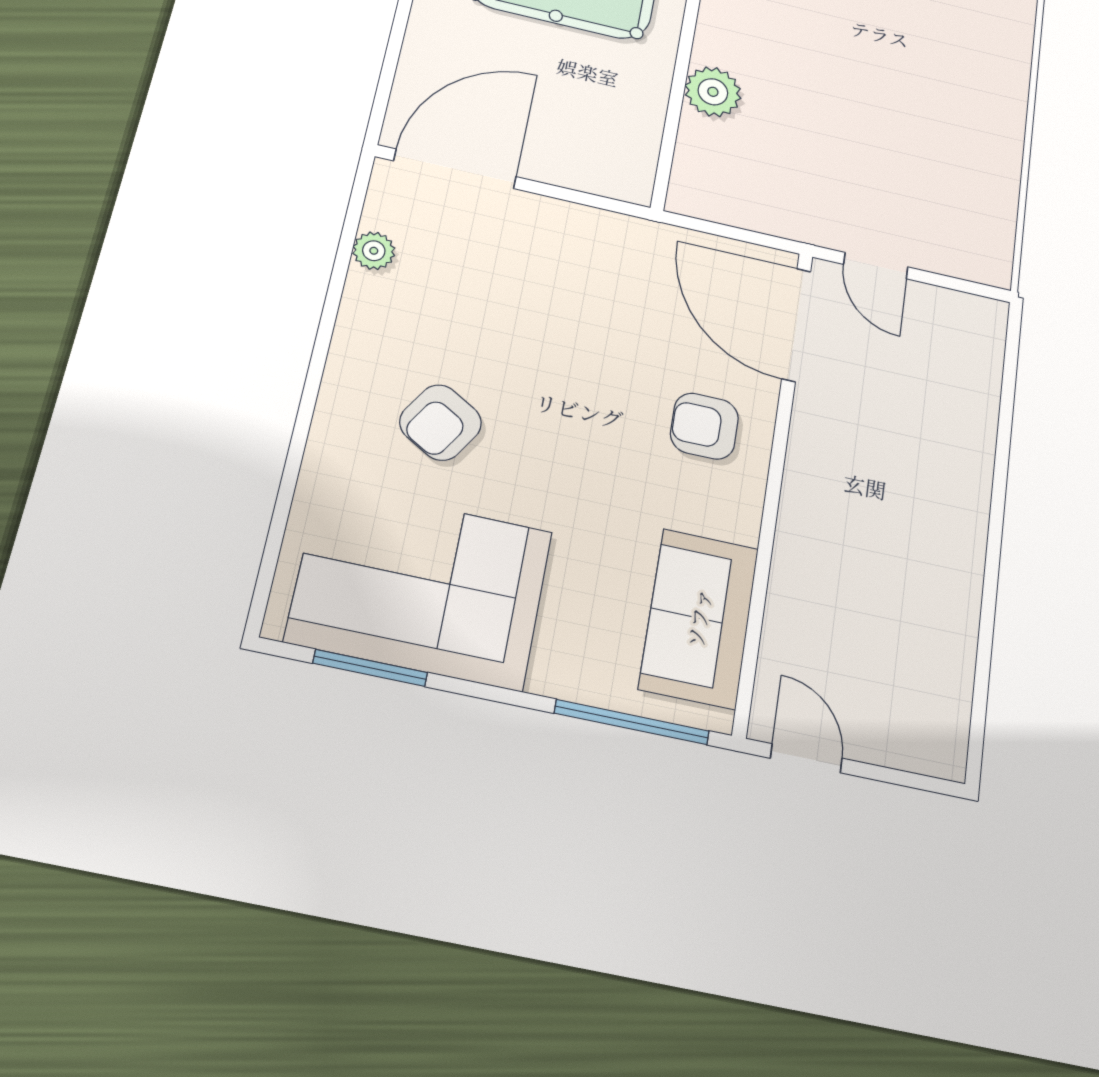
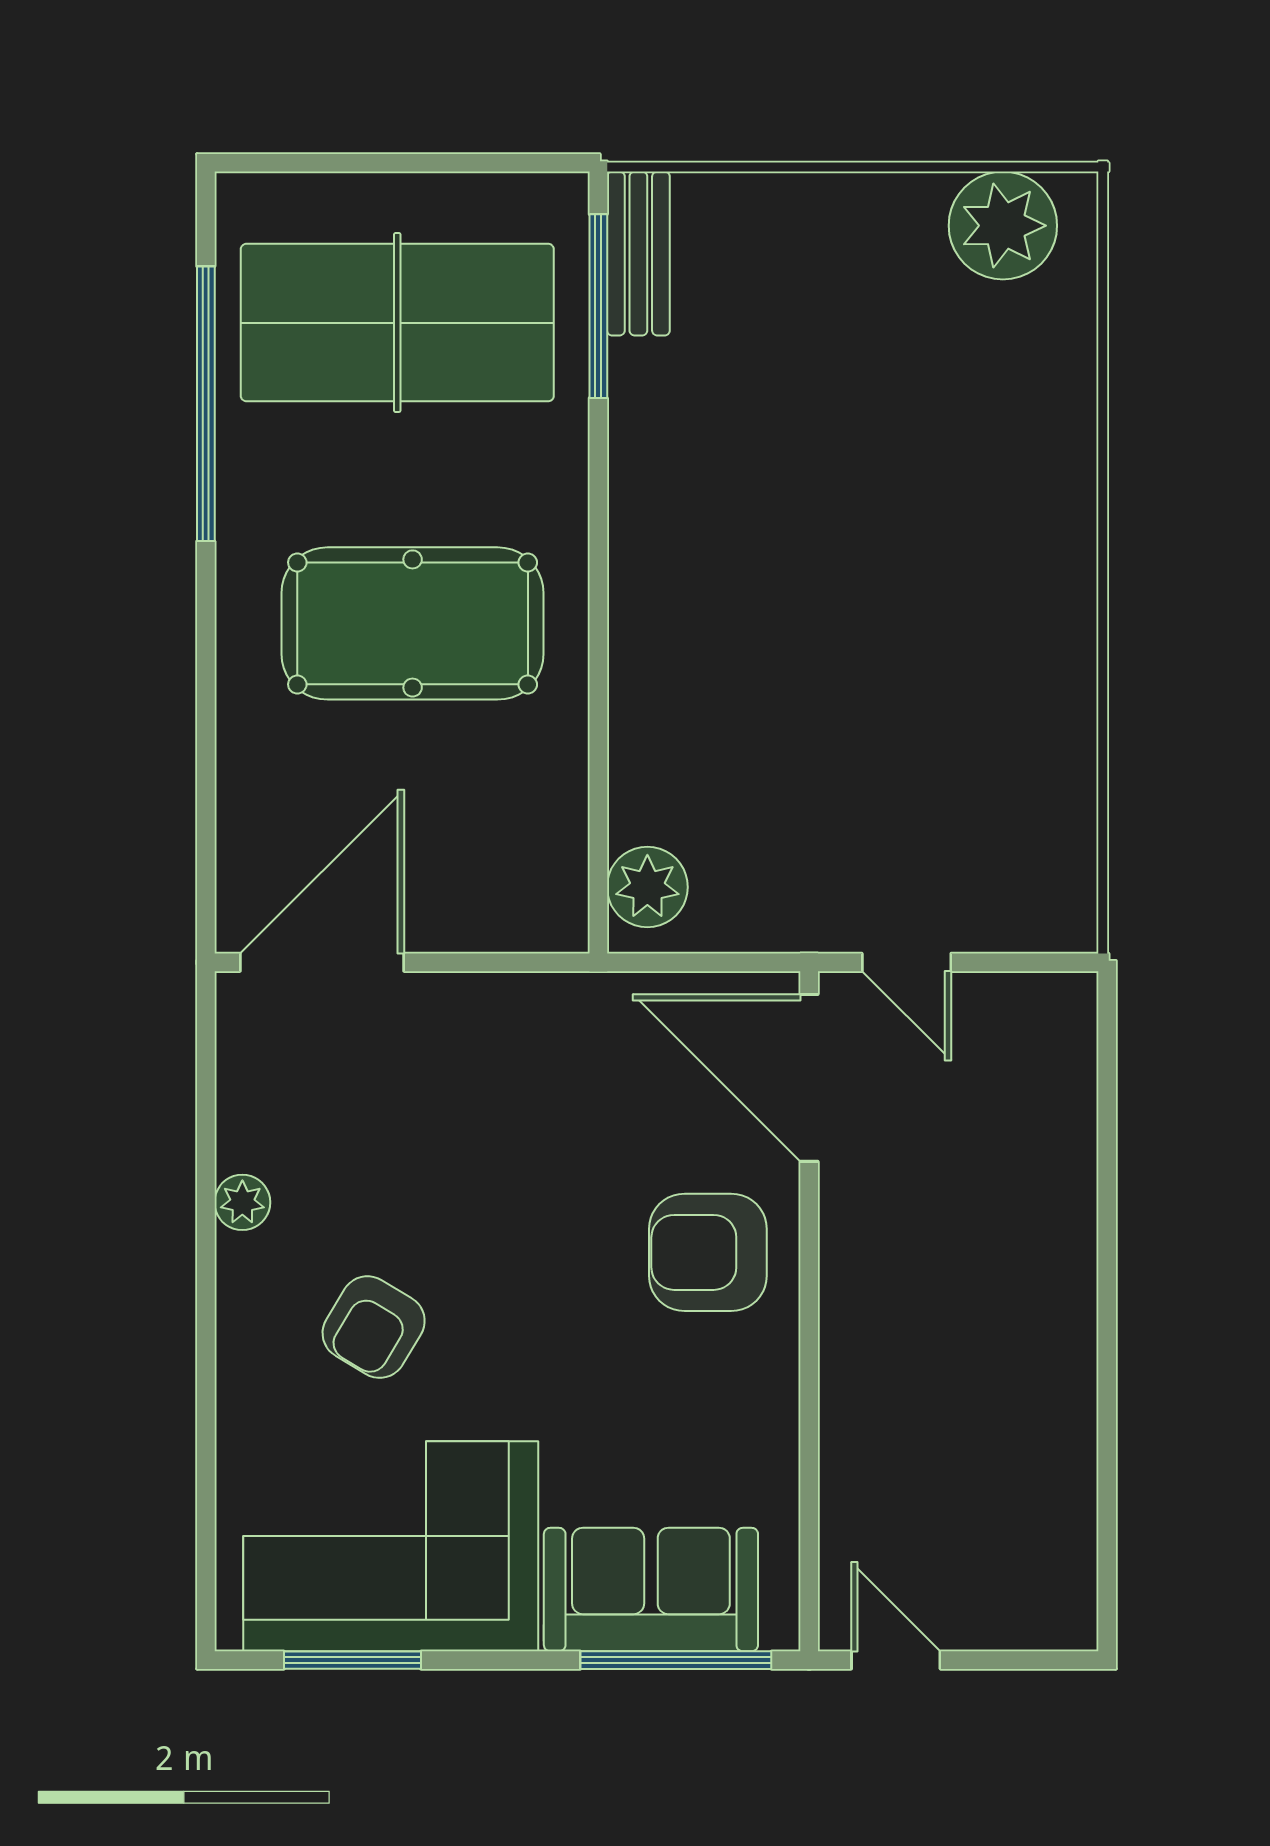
plant: (713, 92) -> (647, 887), moved
plant: (374, 251) -> (242, 1202), moved
armchair: (704, 426) -> (708, 1252), width x1.38, depth x1.38
sofa: (699, 618) -> (651, 1590), moved, turned 90

